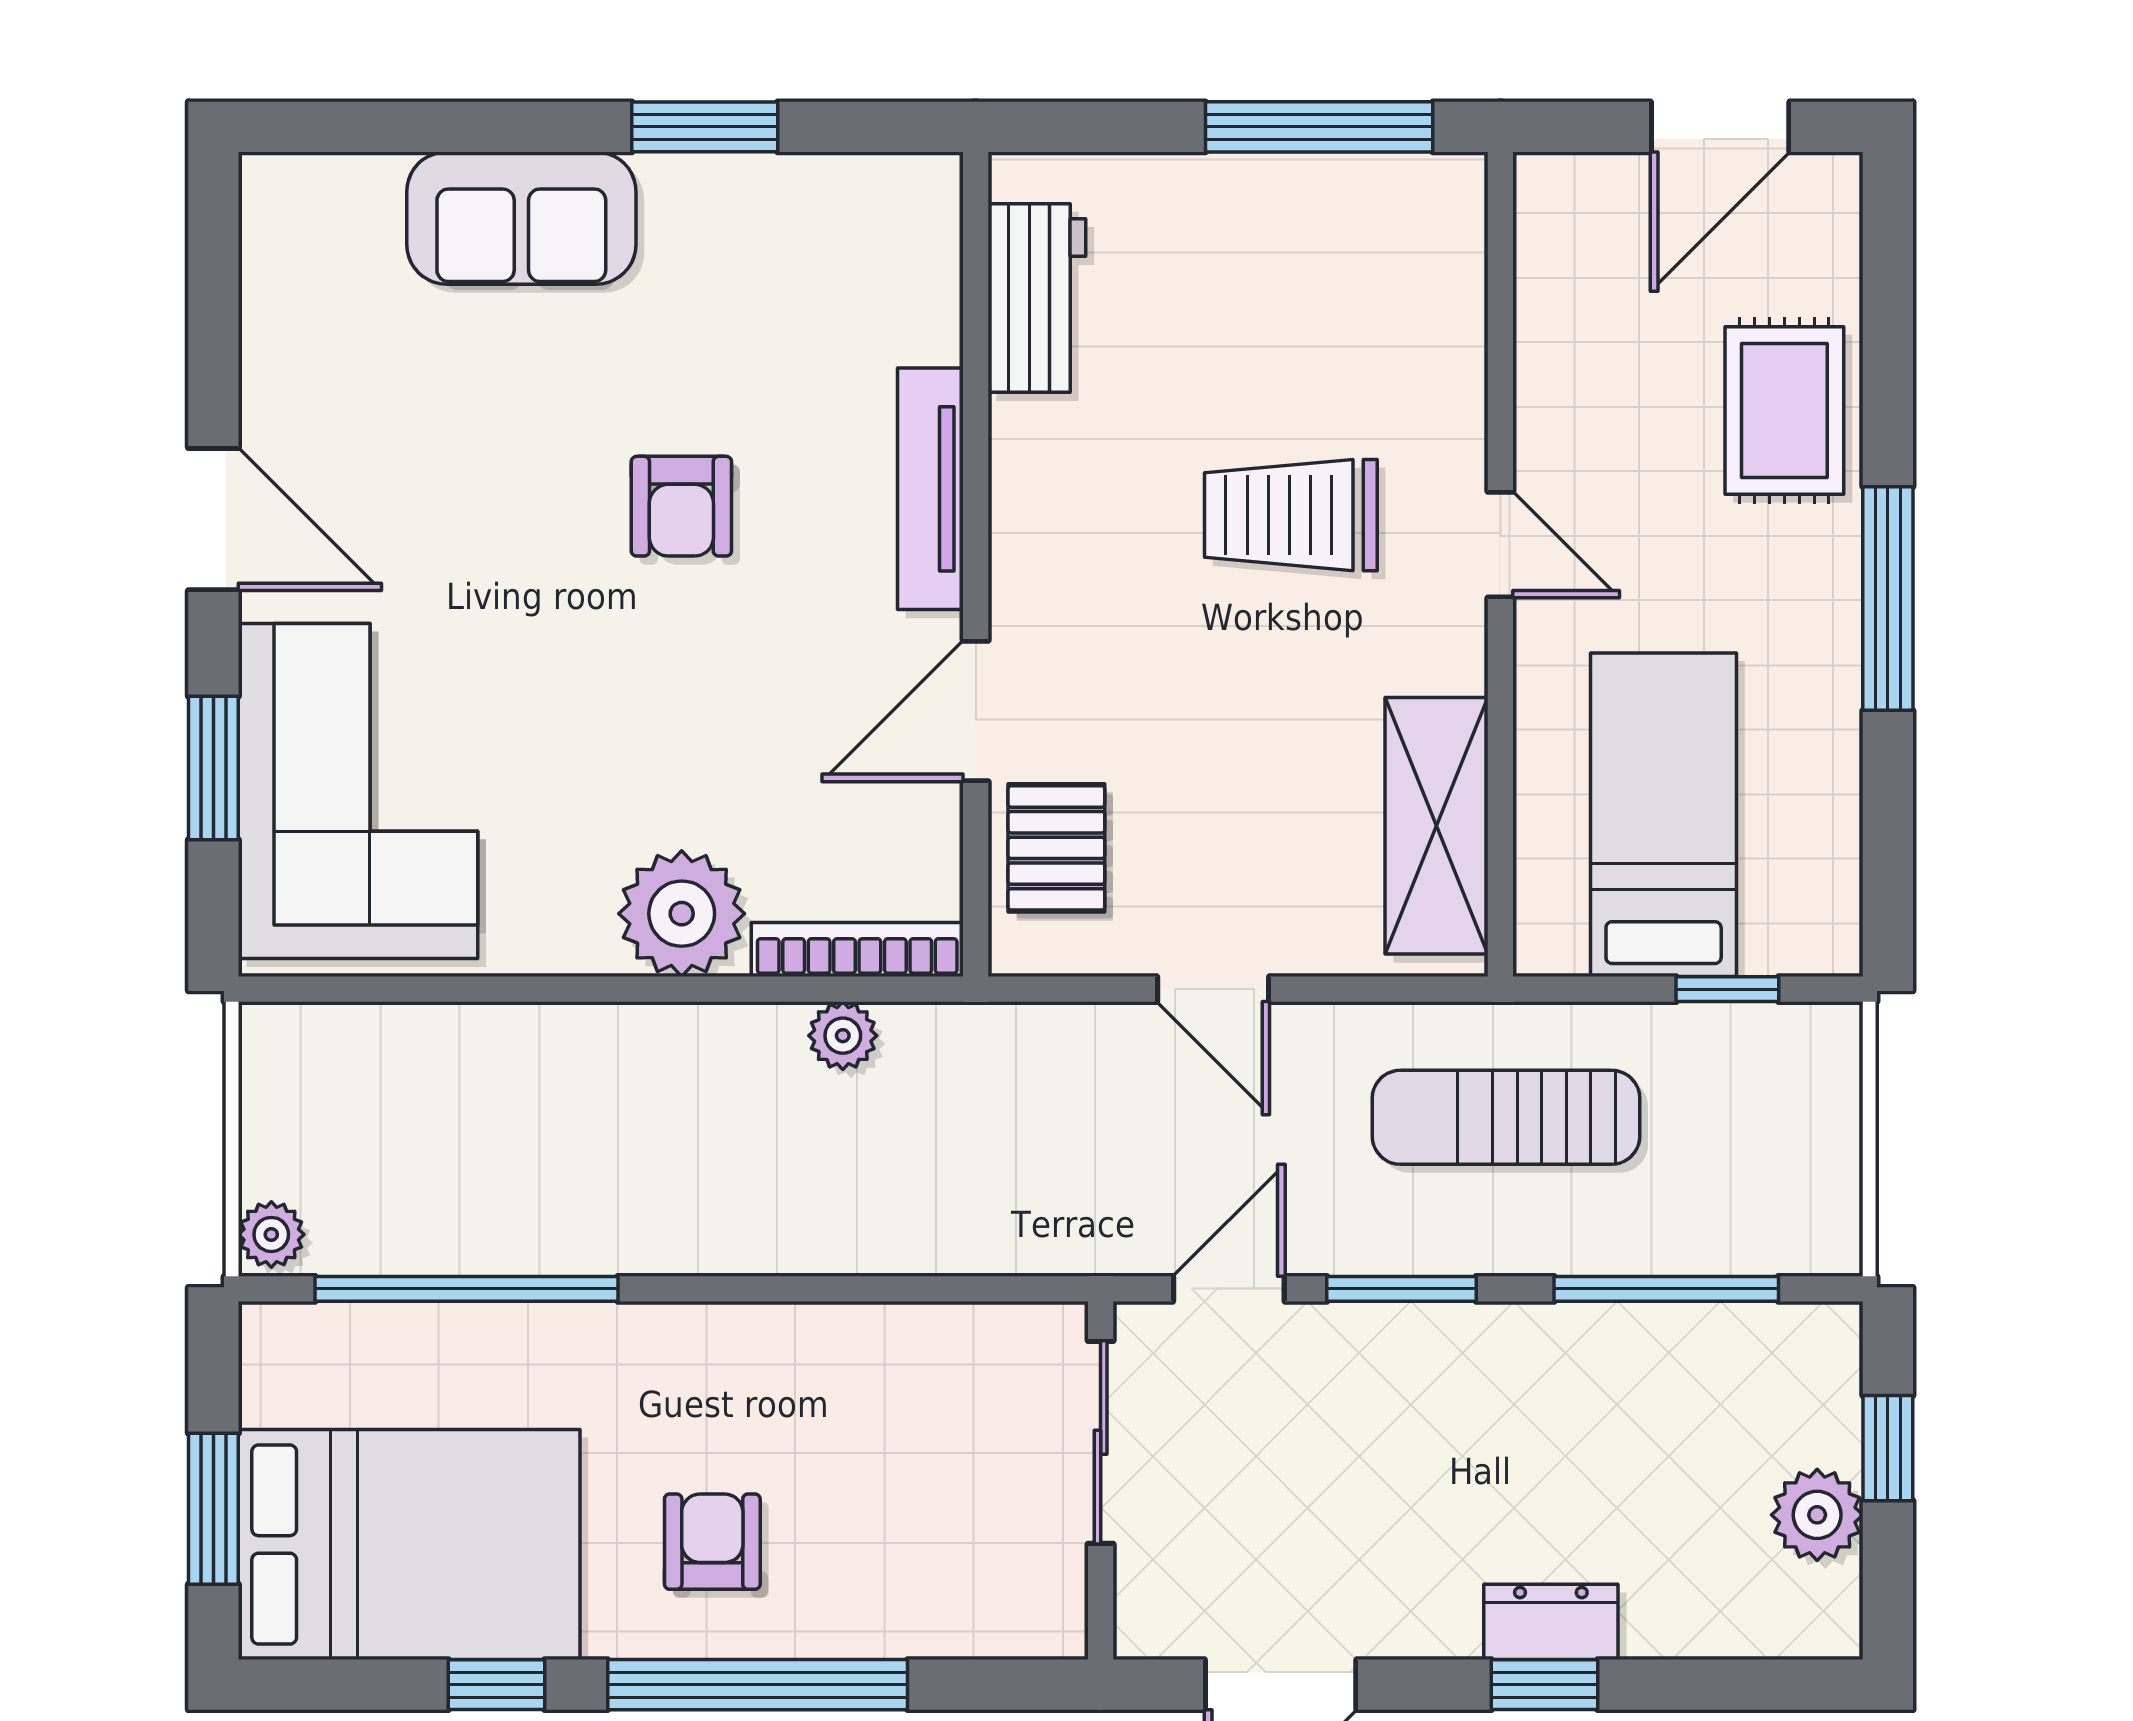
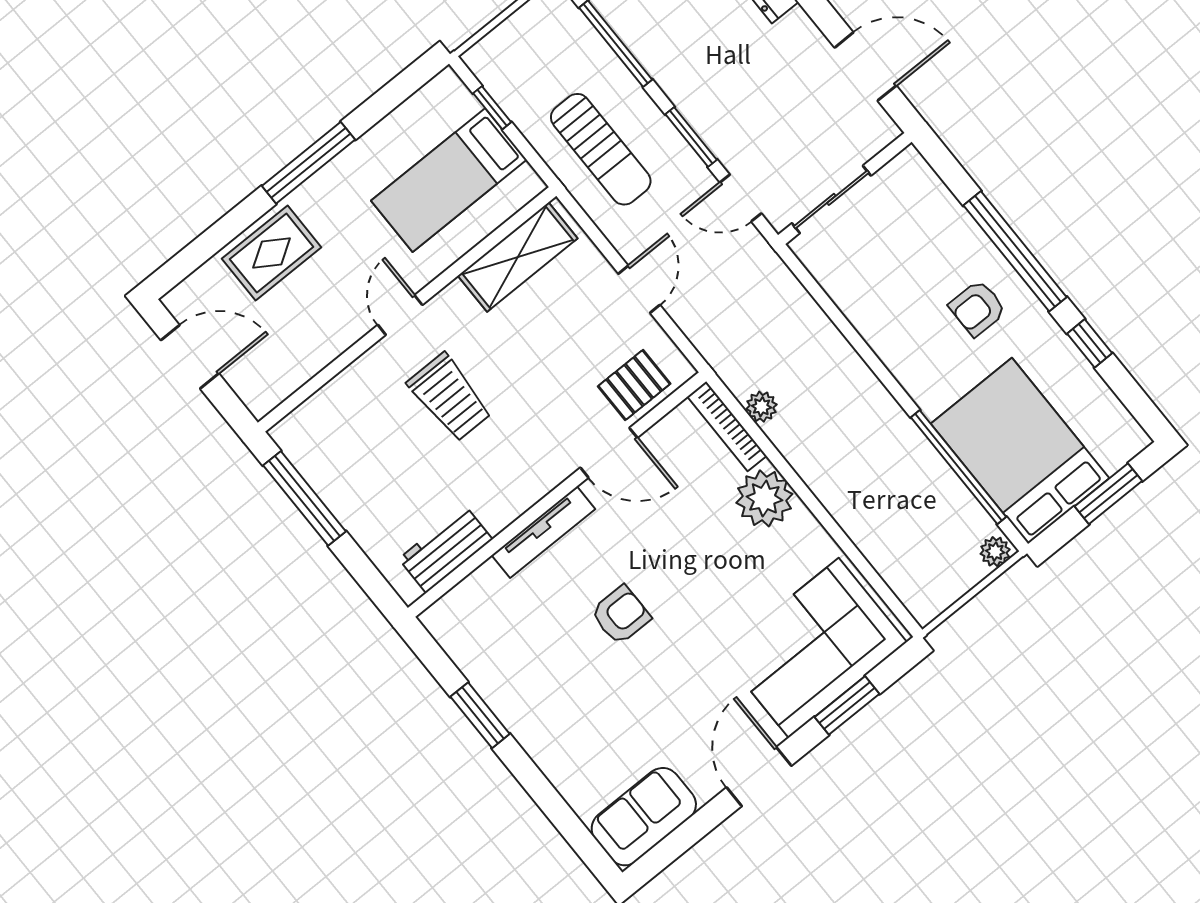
sofa: (521, 218) -> (644, 817), moved, turned -90
bed: (409, 1544) -> (1020, 451), moved

